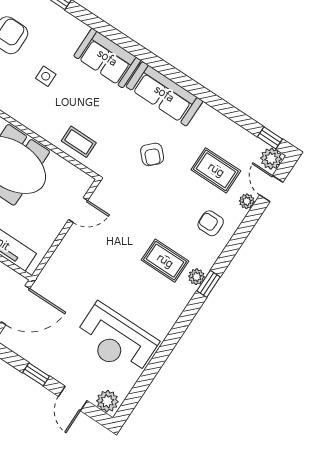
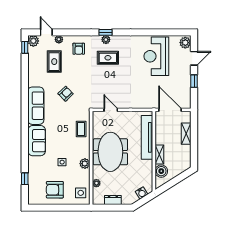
plant: (19, 111) -> (85, 164), added
door: (271, 189) -> (46, 32), swing flipped
rug: (165, 261) -> (108, 58), turned 90
reception desk: (116, 340) -> (156, 56), turned 180

